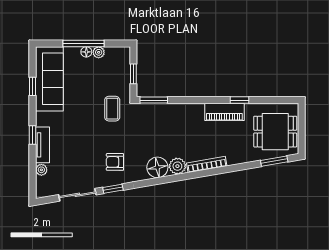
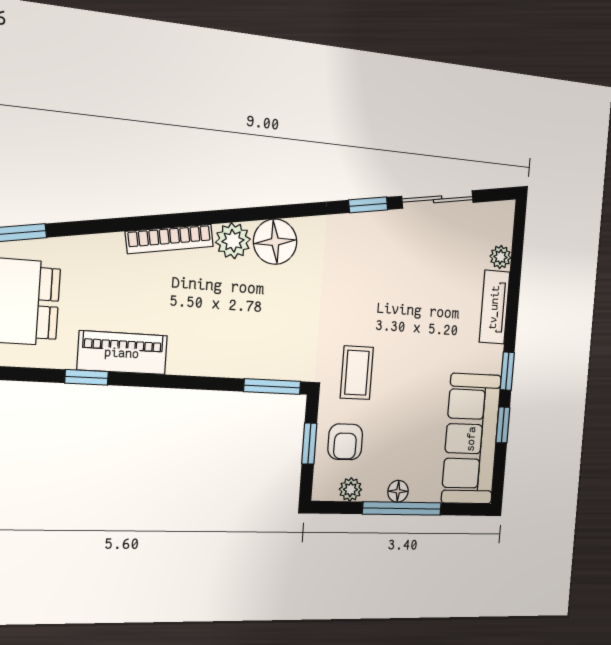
plant: (99, 52) -> (350, 489), moved
window: (33, 135) -> (507, 371), moved
armchair: (115, 162) -> (345, 442), moved, turned 90

